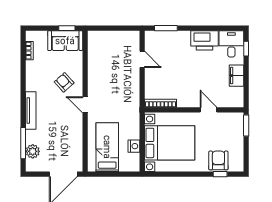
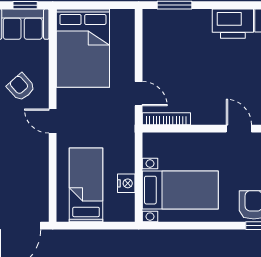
bed: (105, 56) -> (83, 48), added
door: (142, 59) -> (139, 94), moved
bed with nightstands: (170, 143) -> (180, 190), width x0.73

